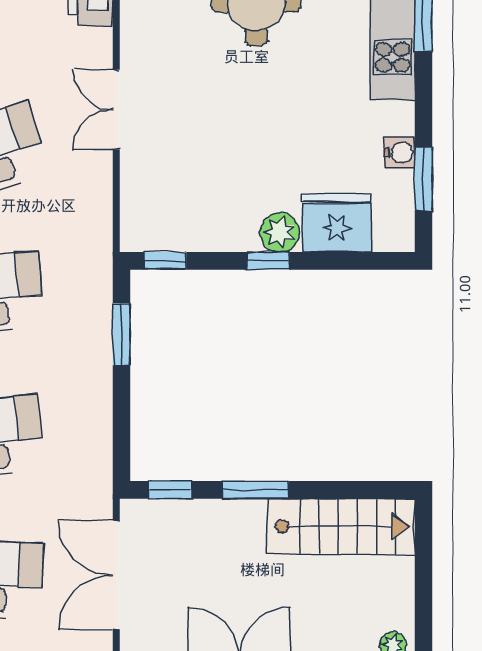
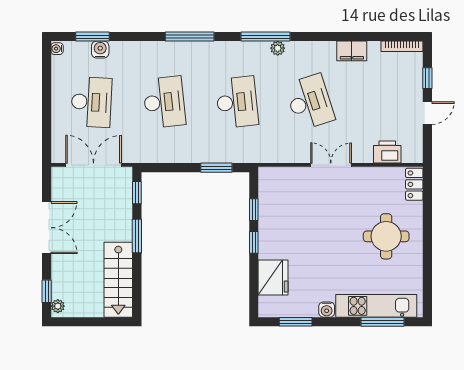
water cooler: (400, 152) -> (327, 310), moved
plant: (280, 232) -> (268, 248), removed
window: (165, 261) -> (254, 210), moved

